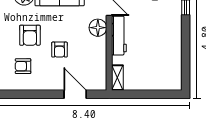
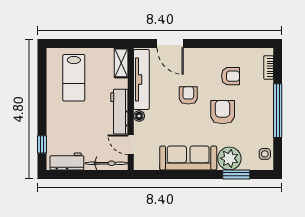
floor lamp: (98, 28) -> (139, 116), width x0.53, depth x0.53
tv unit: (100, 63) -> (141, 79), added
lab bench: (158, 65) -> (74, 78), added

